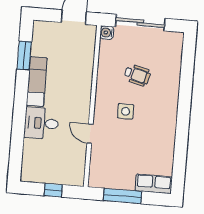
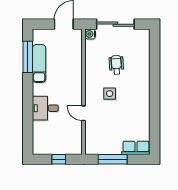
window: (24, 56) -> (28, 57), width x1.44
wheelchair: (137, 75) -> (116, 65), turned -108
exam couch: (37, 82) -> (39, 63), moved

